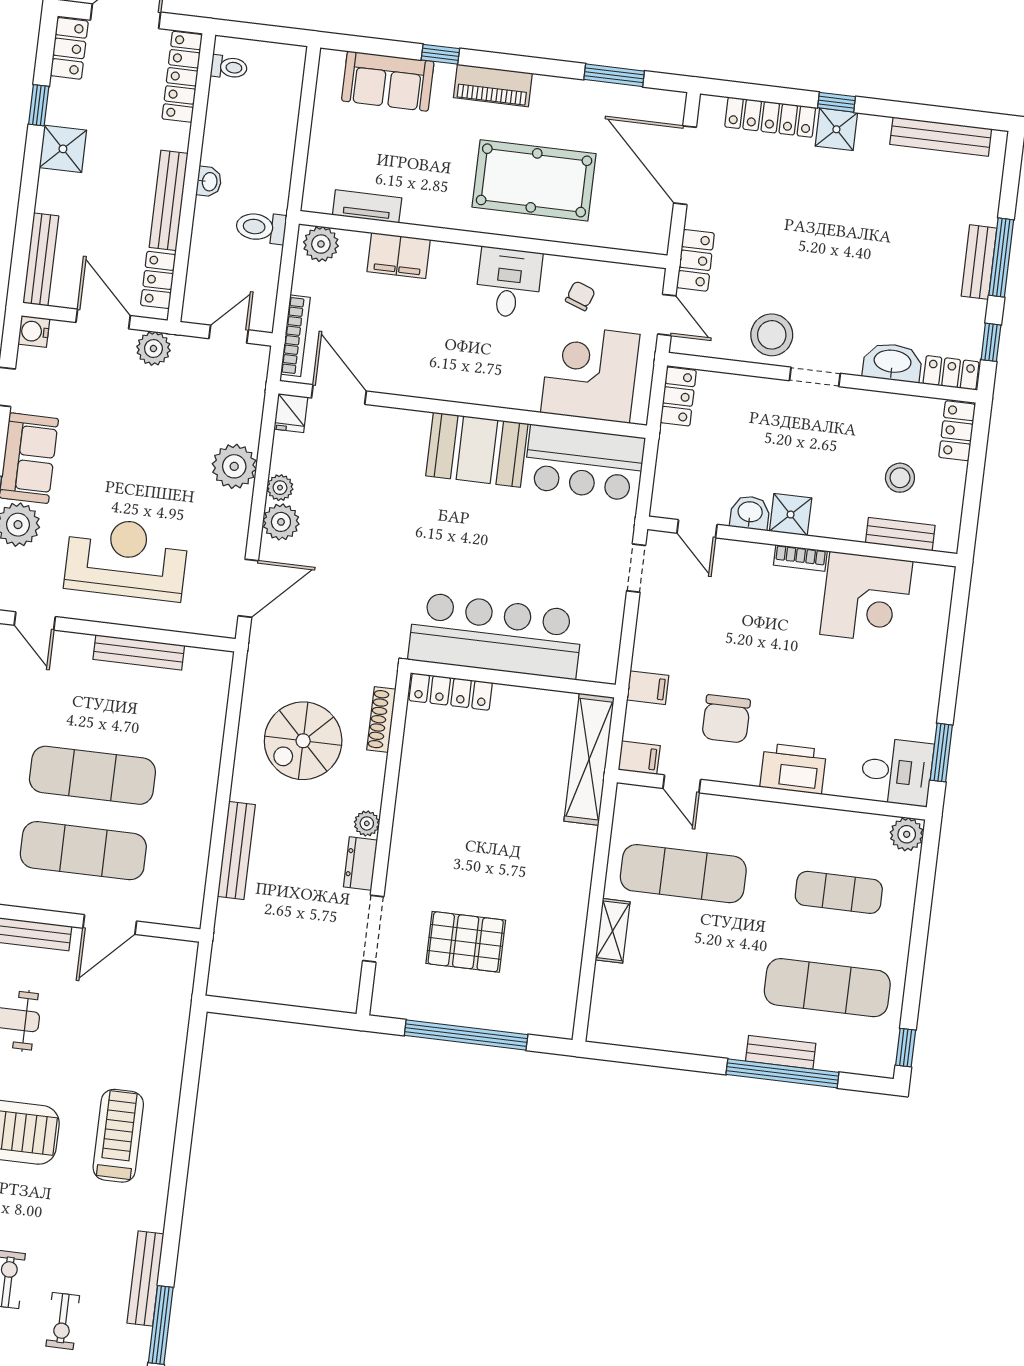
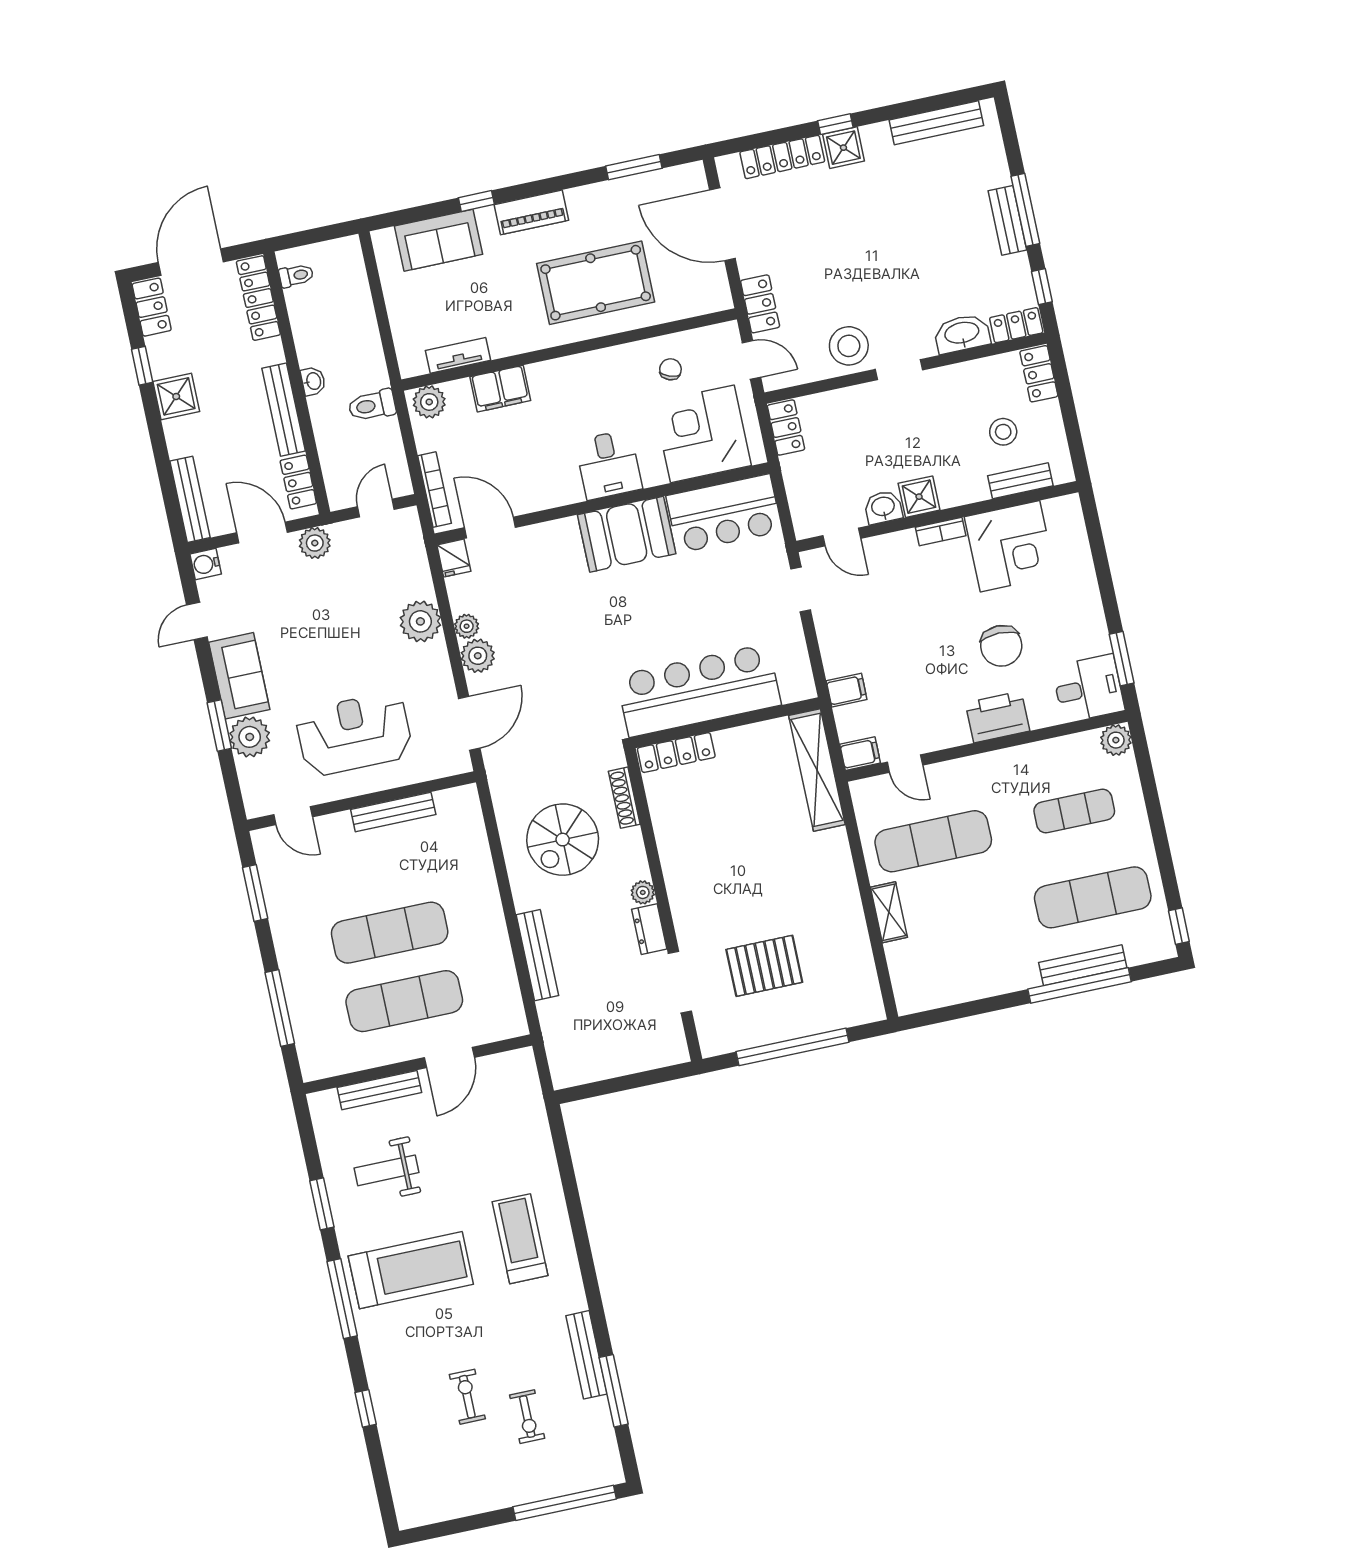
desk: (509, 283) -> (609, 465), moved, turned 180
chair: (726, 719) -> (1001, 646), moved
bench: (781, 1052) -> (1083, 965), width x1.36

